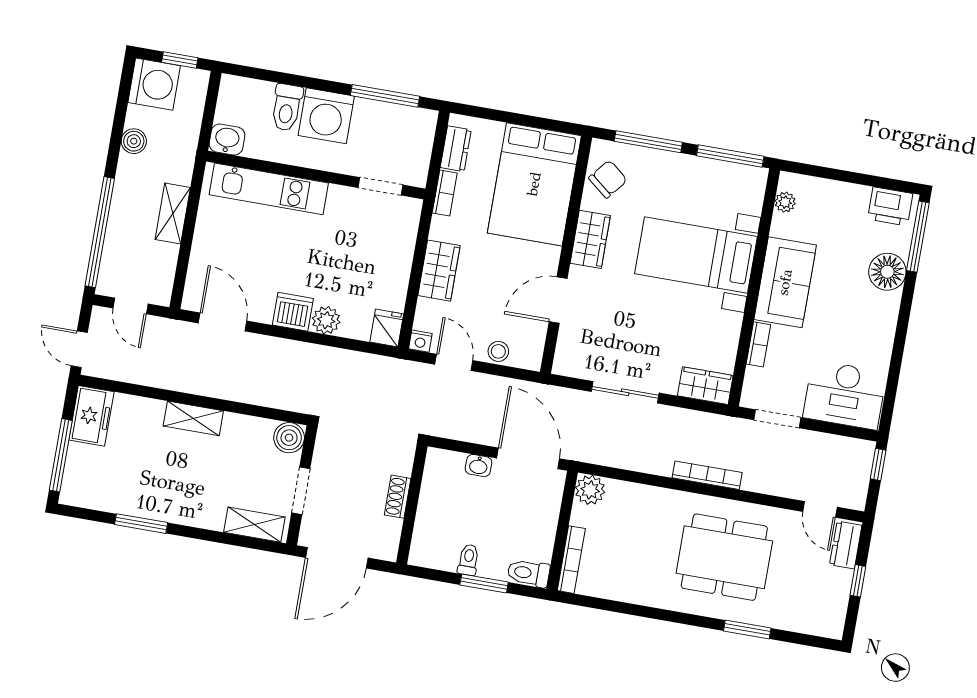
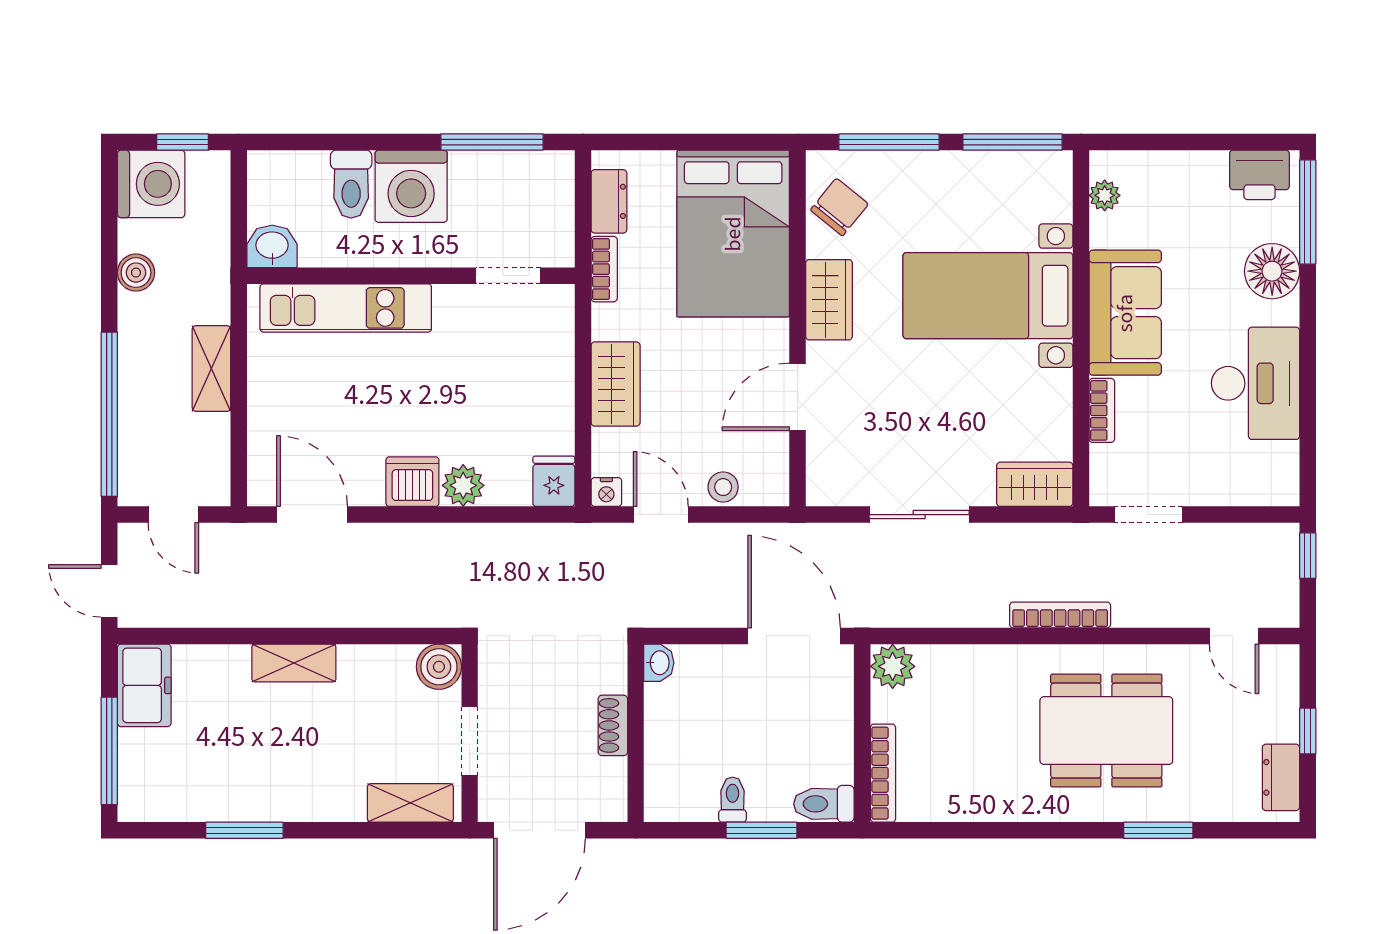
desk: (845, 395) -> (1255, 383), moved, turned -90
washbasin: (479, 466) -> (659, 663), moved, turned -90
dresser: (846, 545) -> (1281, 777), moved

